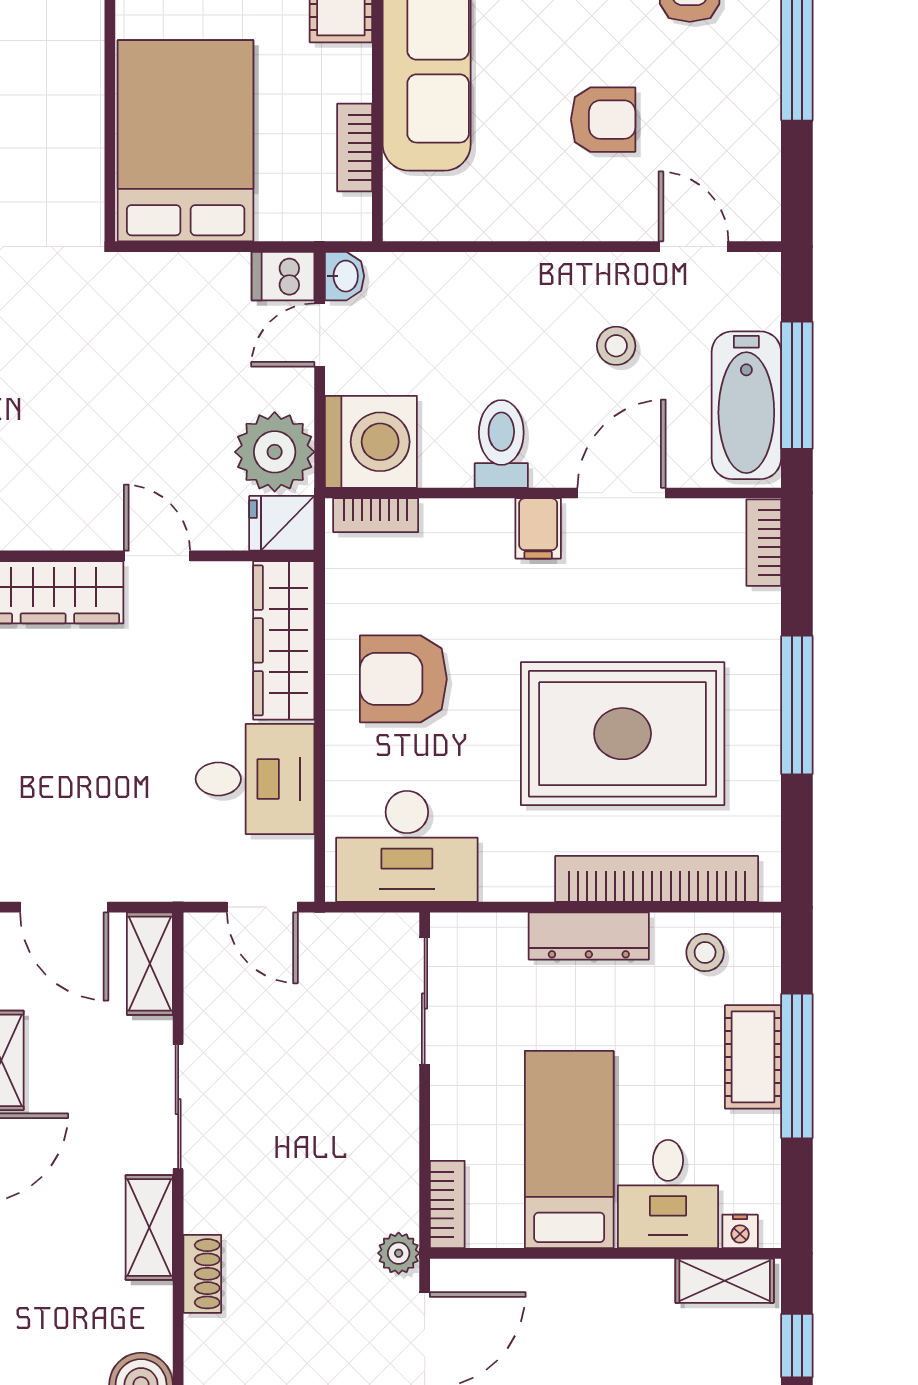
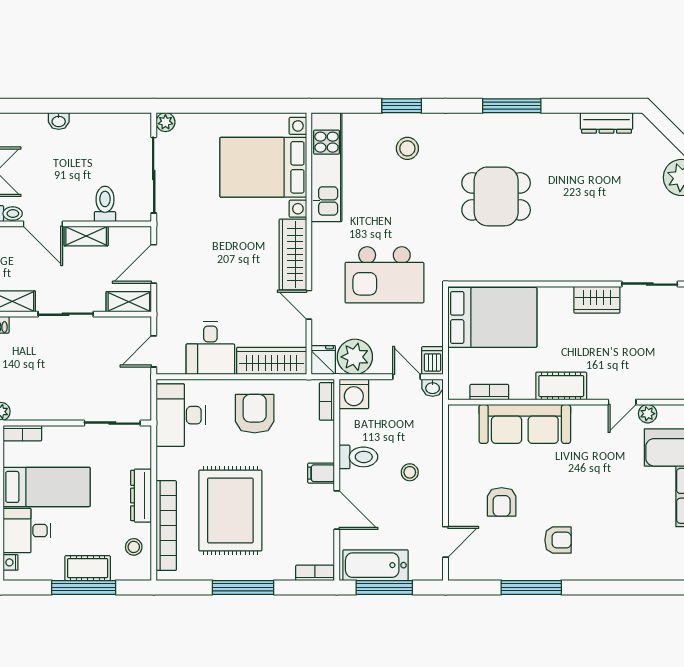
stool: (616, 346) -> (410, 472), moved
kitchen island: (89, 385) -> (384, 275), added
washing machine: (371, 442) -> (354, 394), width x0.73, depth x0.73
door: (157, 556) -> (309, 305), swing flipped

